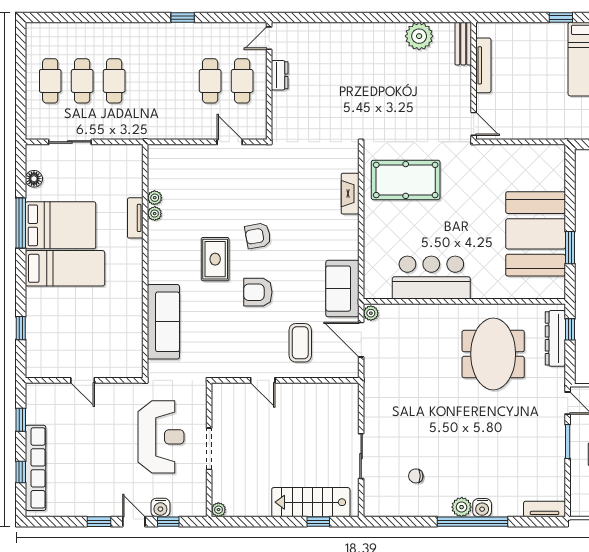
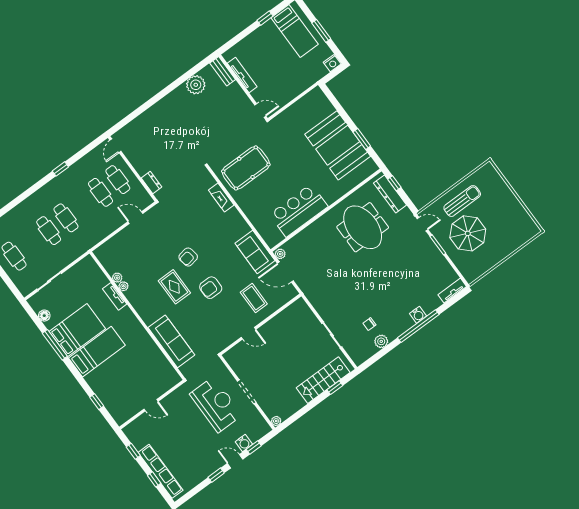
dresser: (280, 75) -> (151, 183), moved
cafe table: (82, 81) -> (66, 218), moved
plant: (462, 507) -> (381, 341), moved

